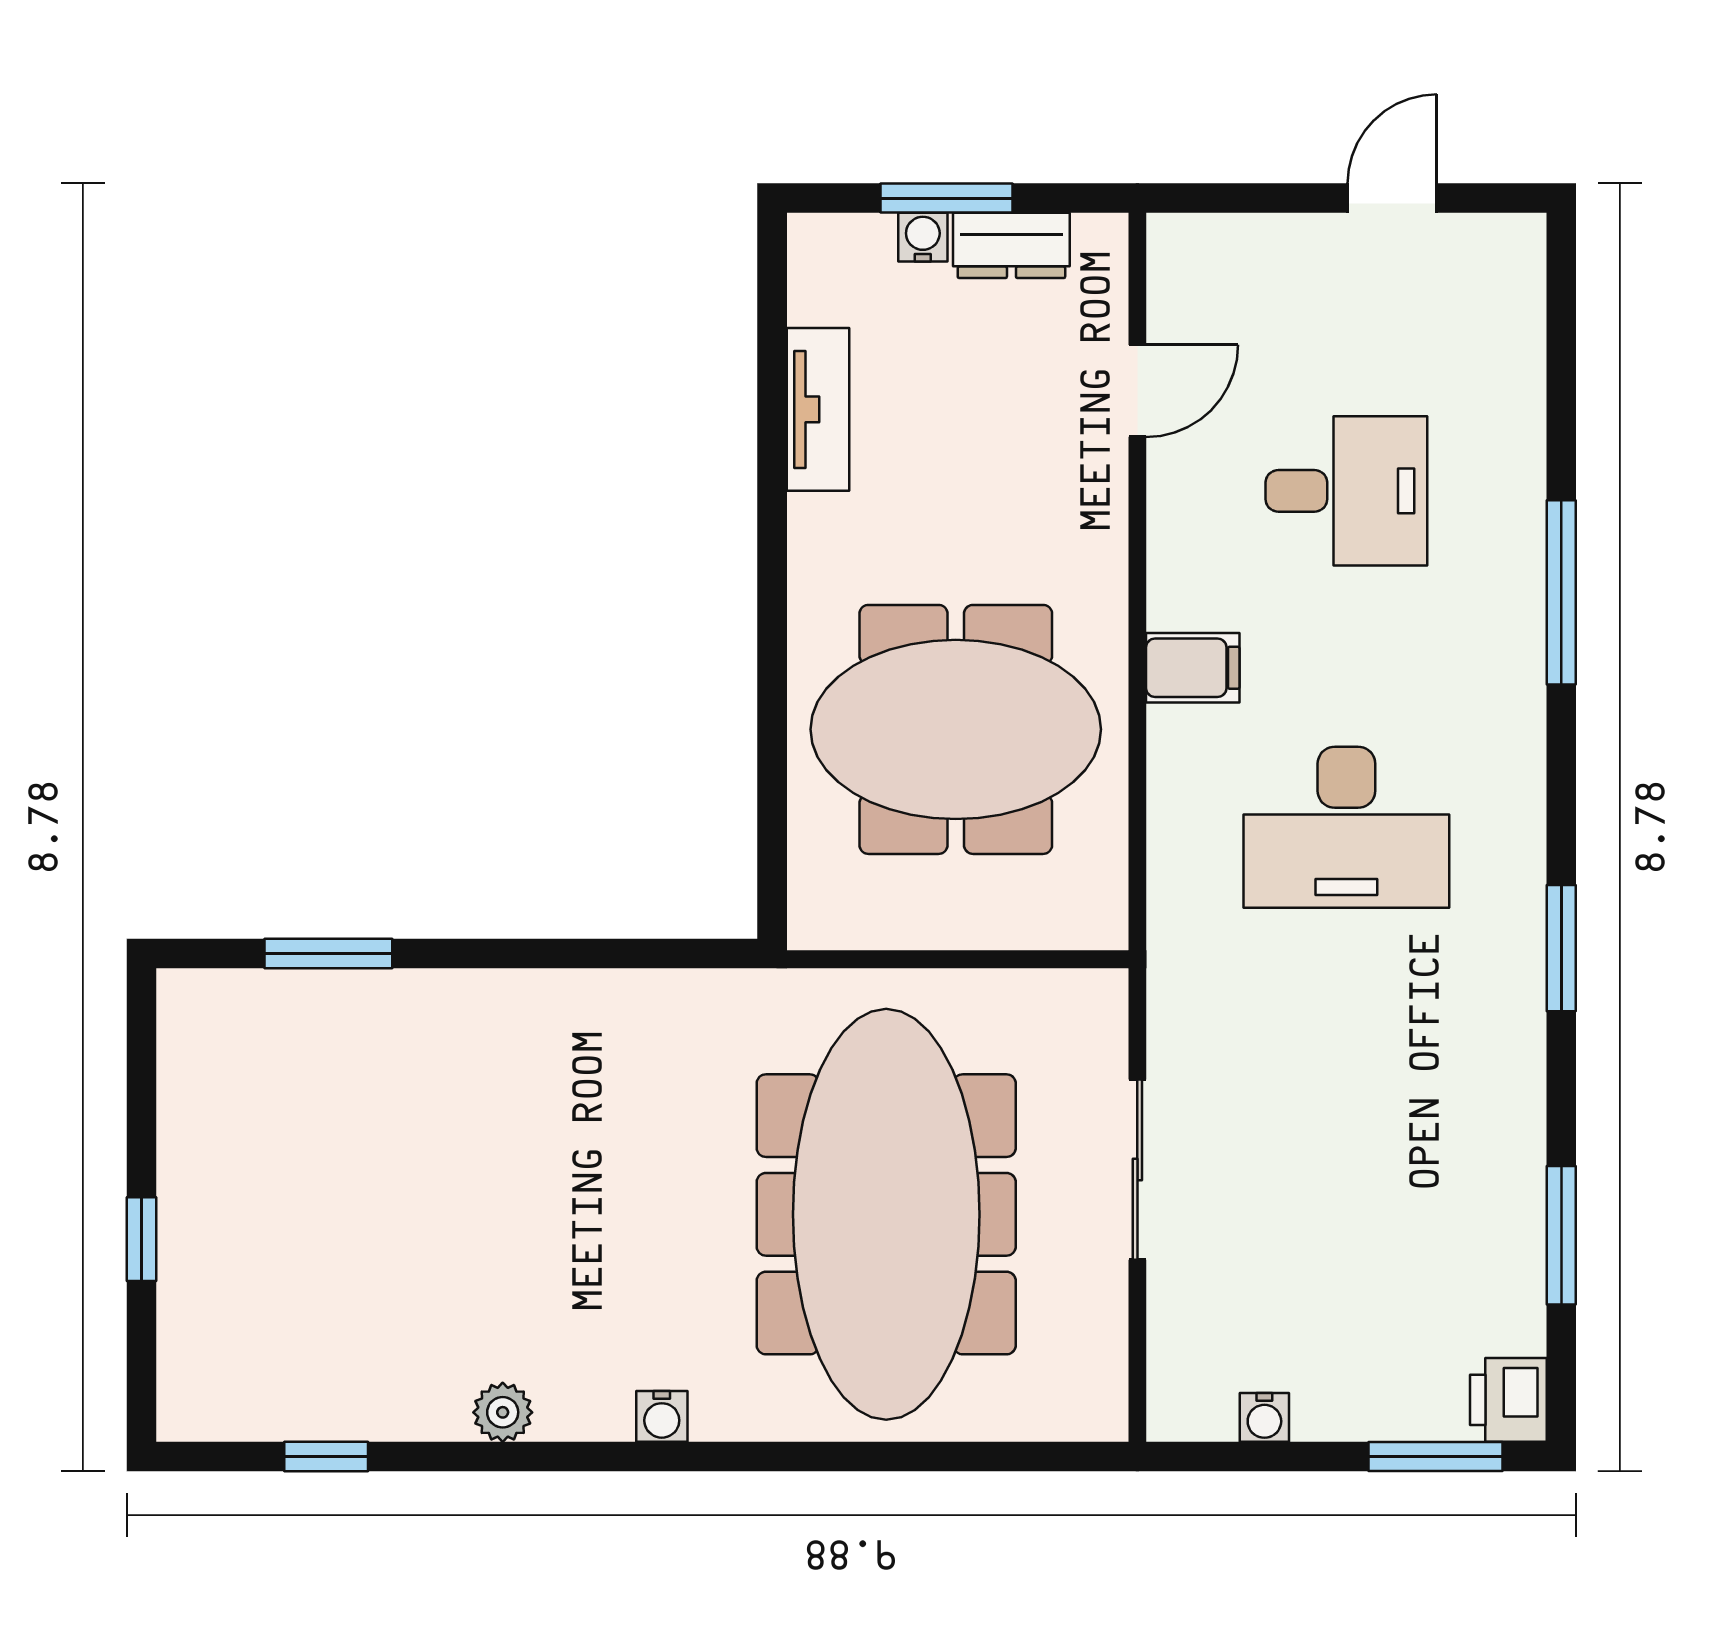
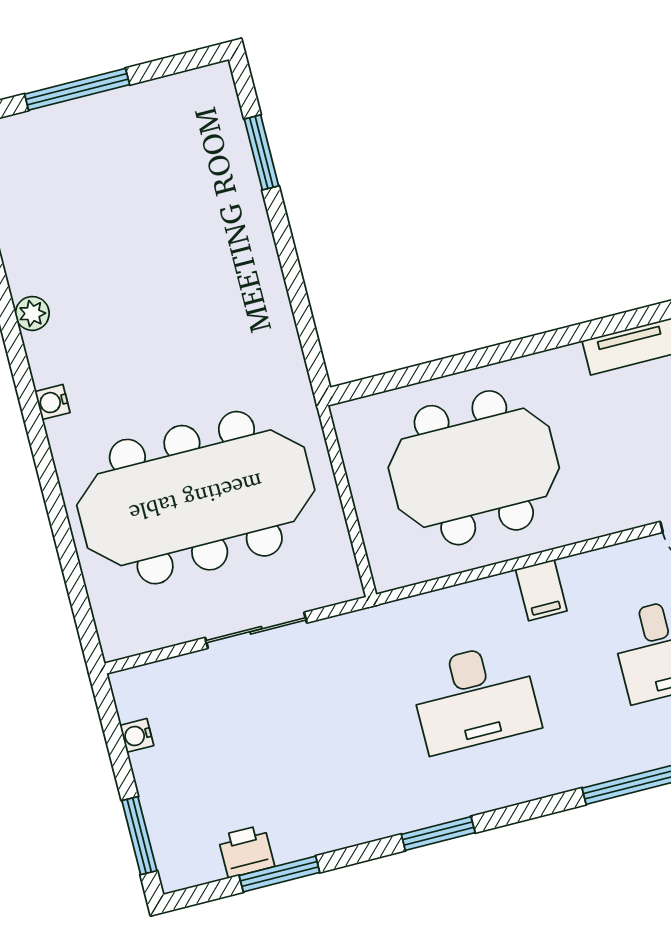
meeting table: (956, 729) -> (474, 468), turned 90
desk: (1346, 827) -> (475, 698), turned -90
window: (141, 1239) -> (77, 89), width x2.17
printer: (1508, 1400) -> (246, 851), moved

